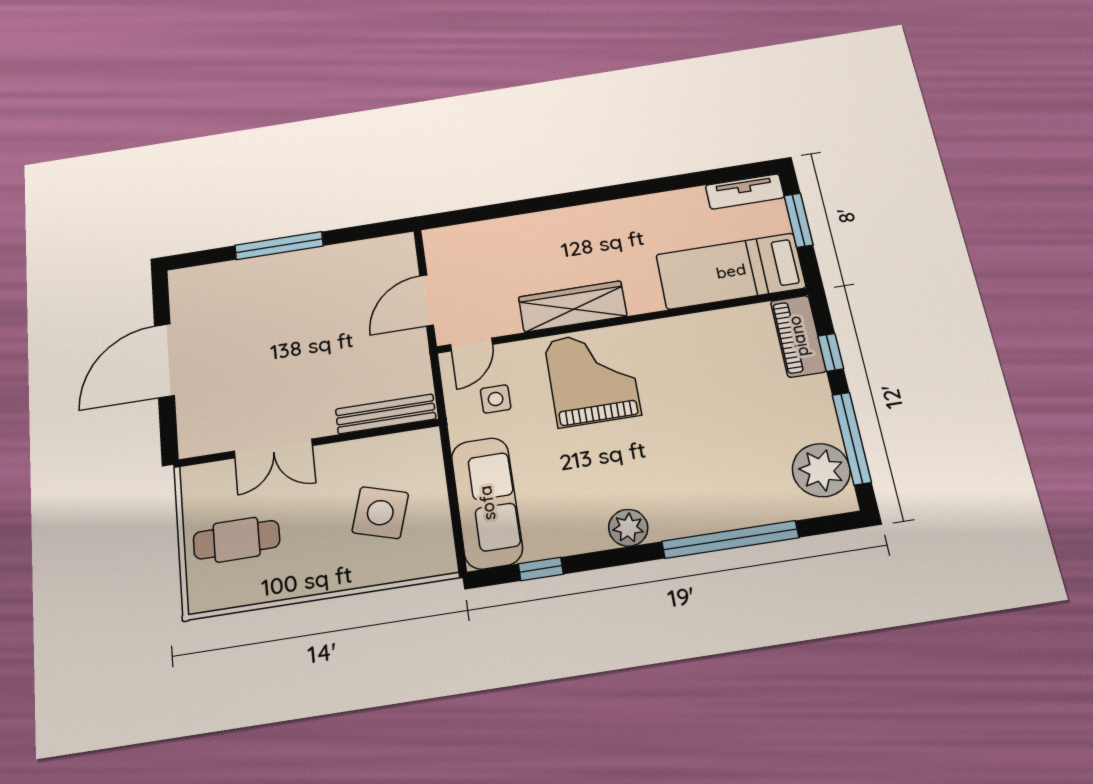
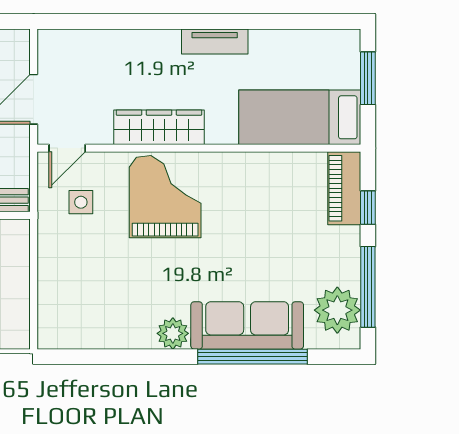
tv unit: (745, 191) -> (215, 41), moved
sofa: (487, 503) -> (247, 325), moved, turned -90
window: (541, 569) -> (97, 357), removed

